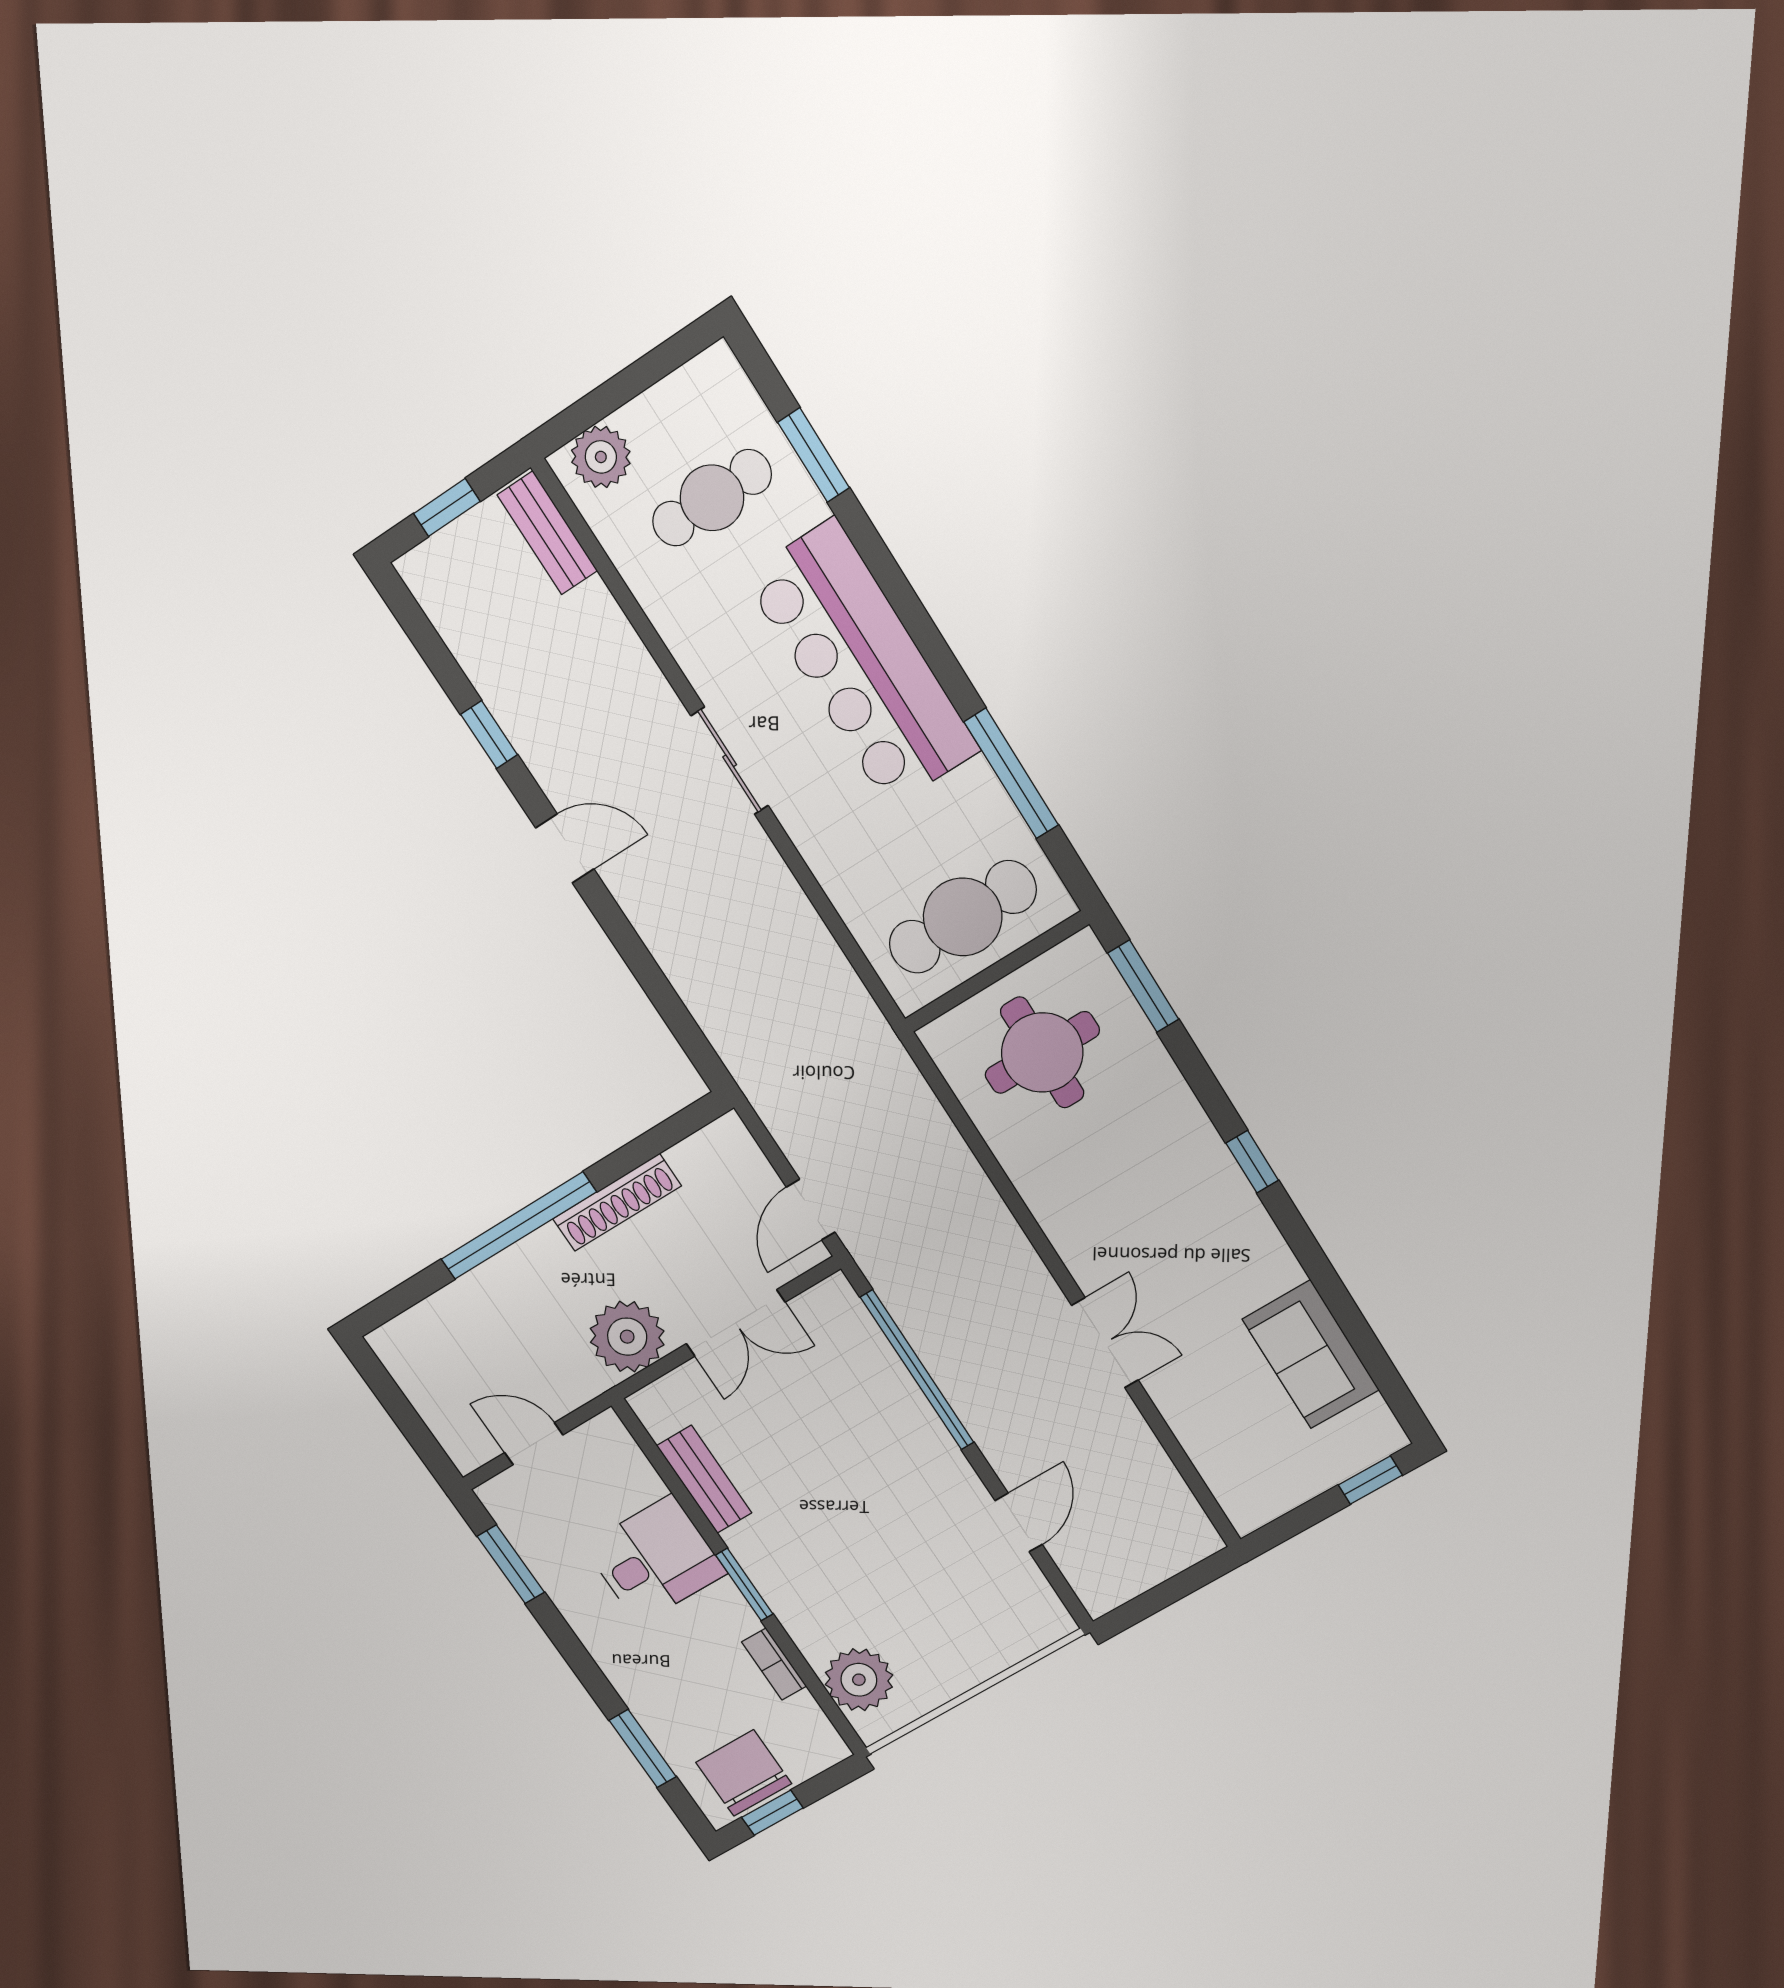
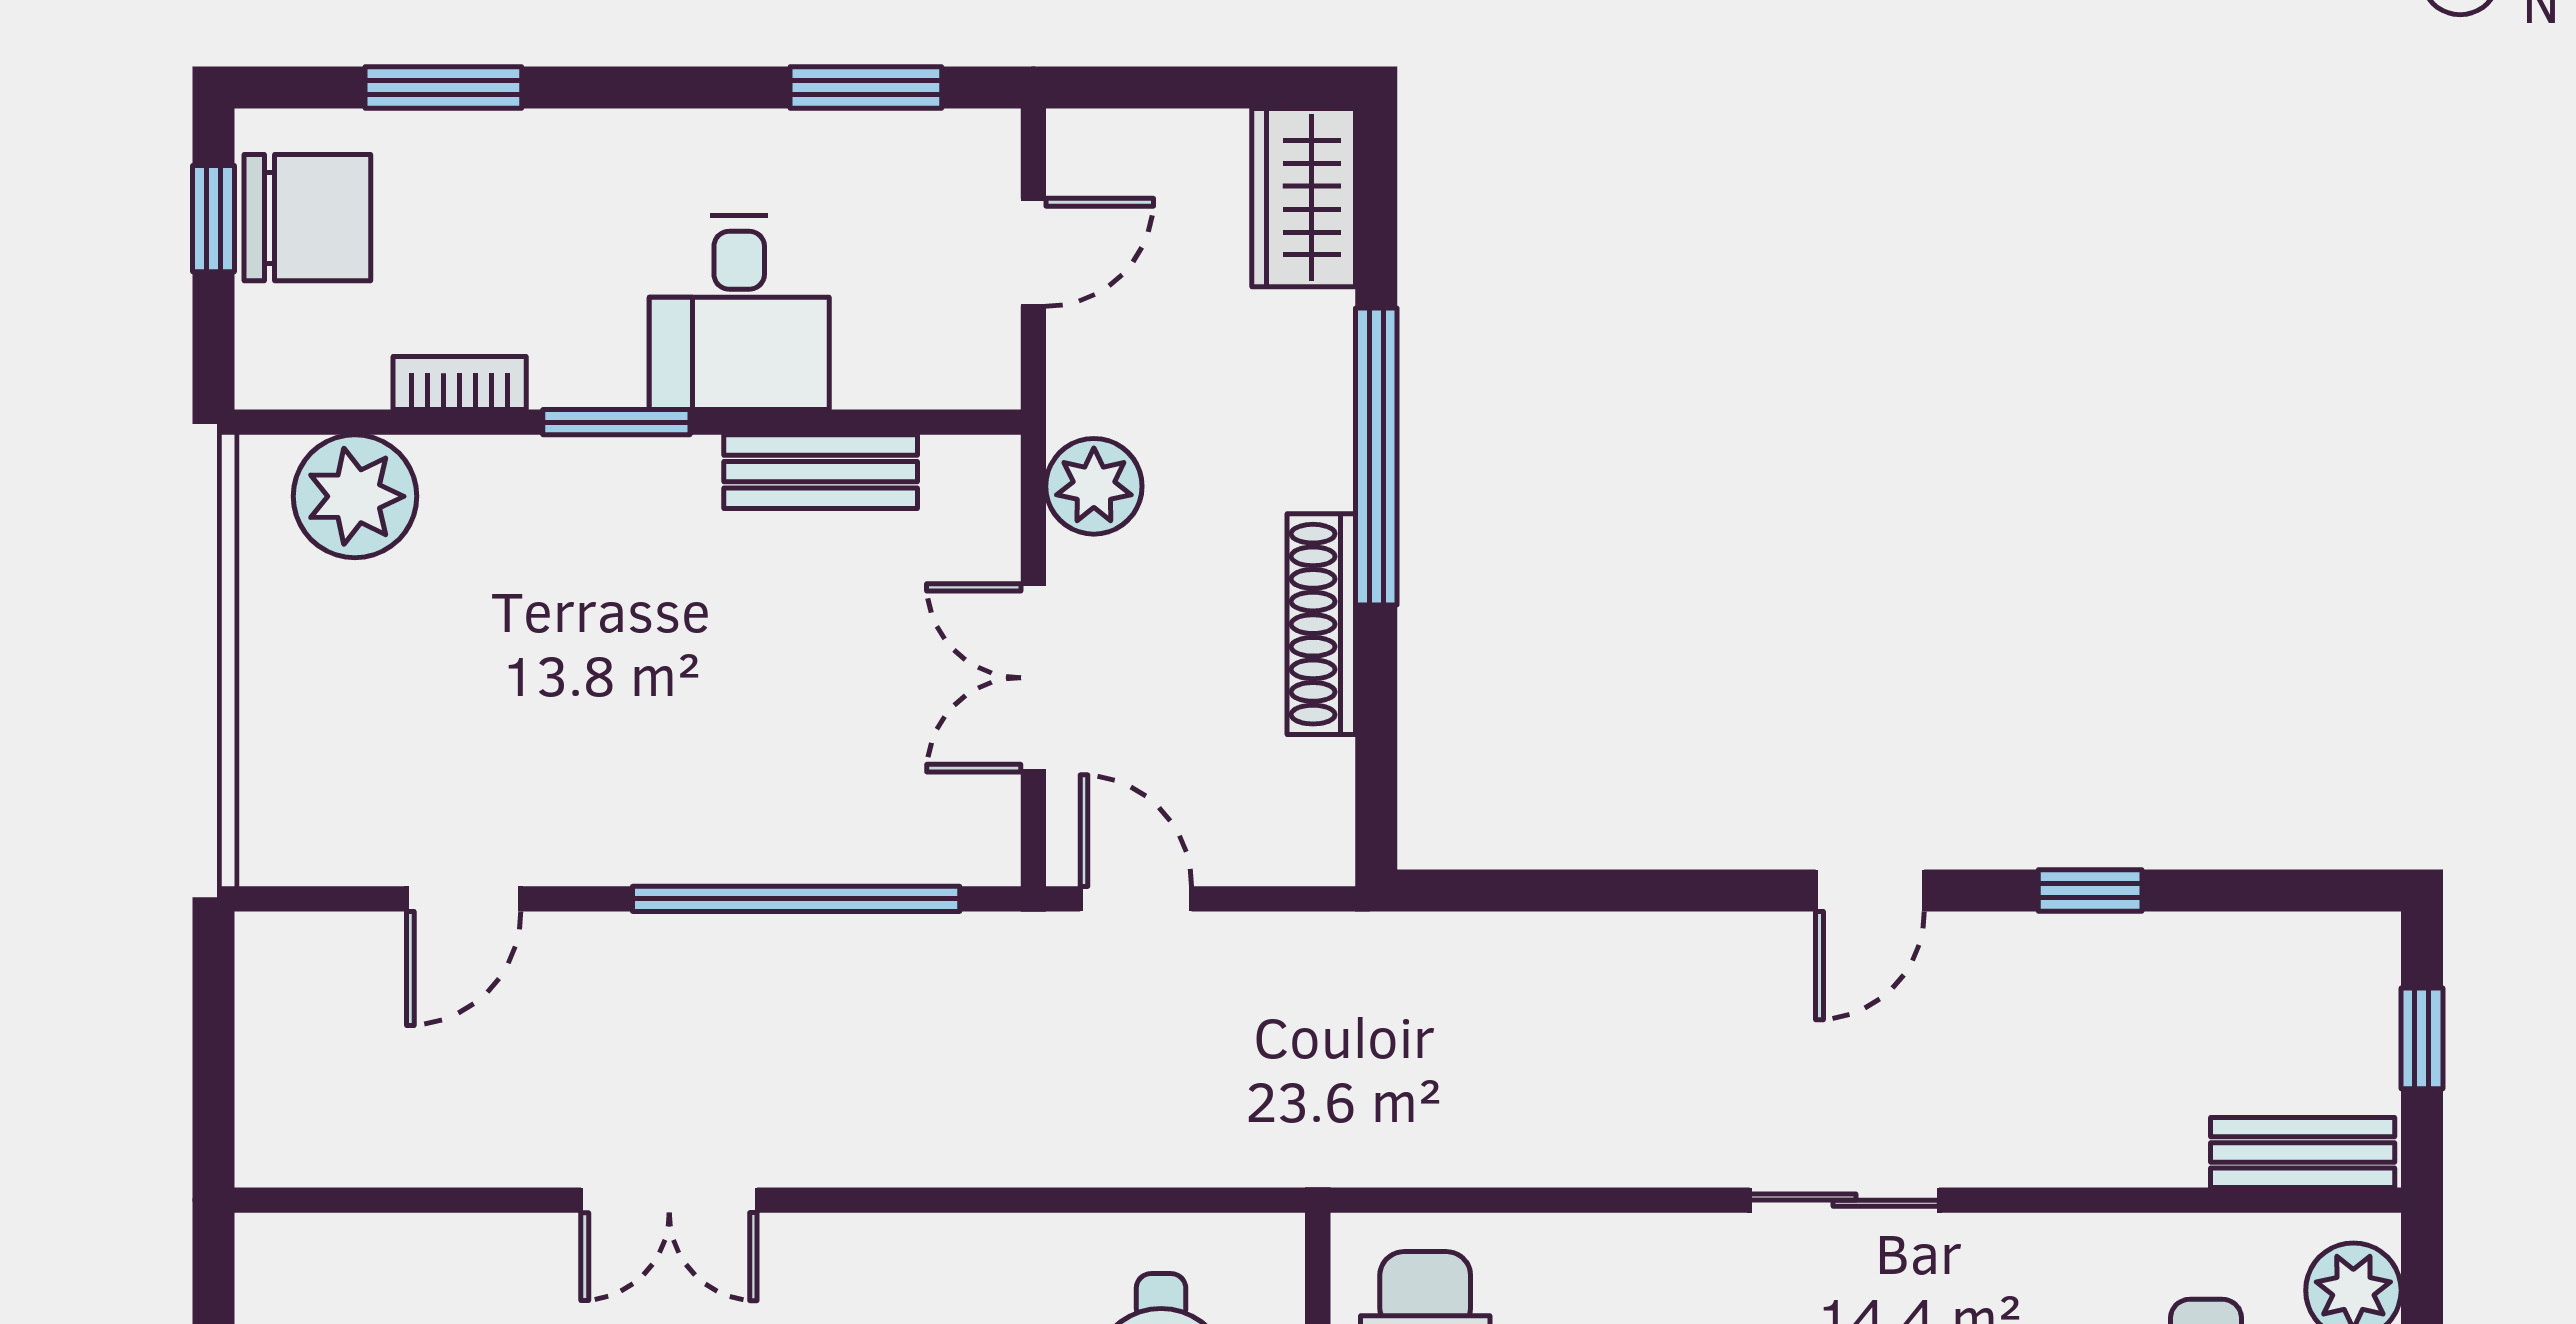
wardrobe: (420, 1335) -> (1304, 198), added
plant: (627, 1337) -> (1094, 486), width x0.73, depth x0.73
door: (1019, 1523) -> (464, 899), hinge flipped

